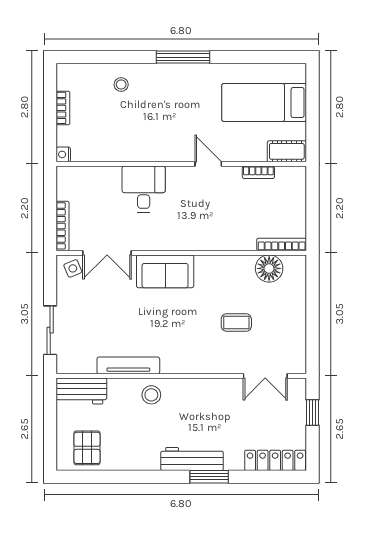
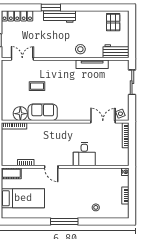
sofa: (165, 271) -> (43, 112), moved

